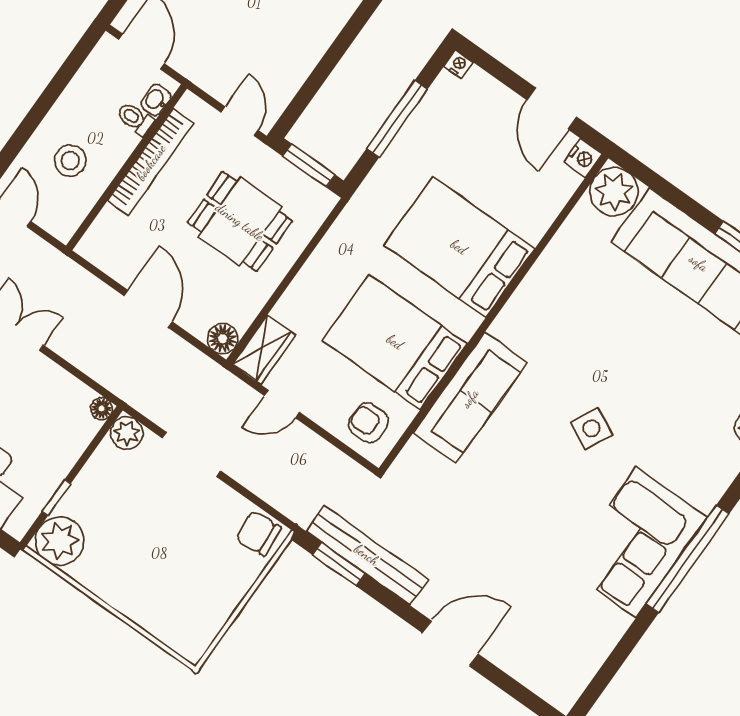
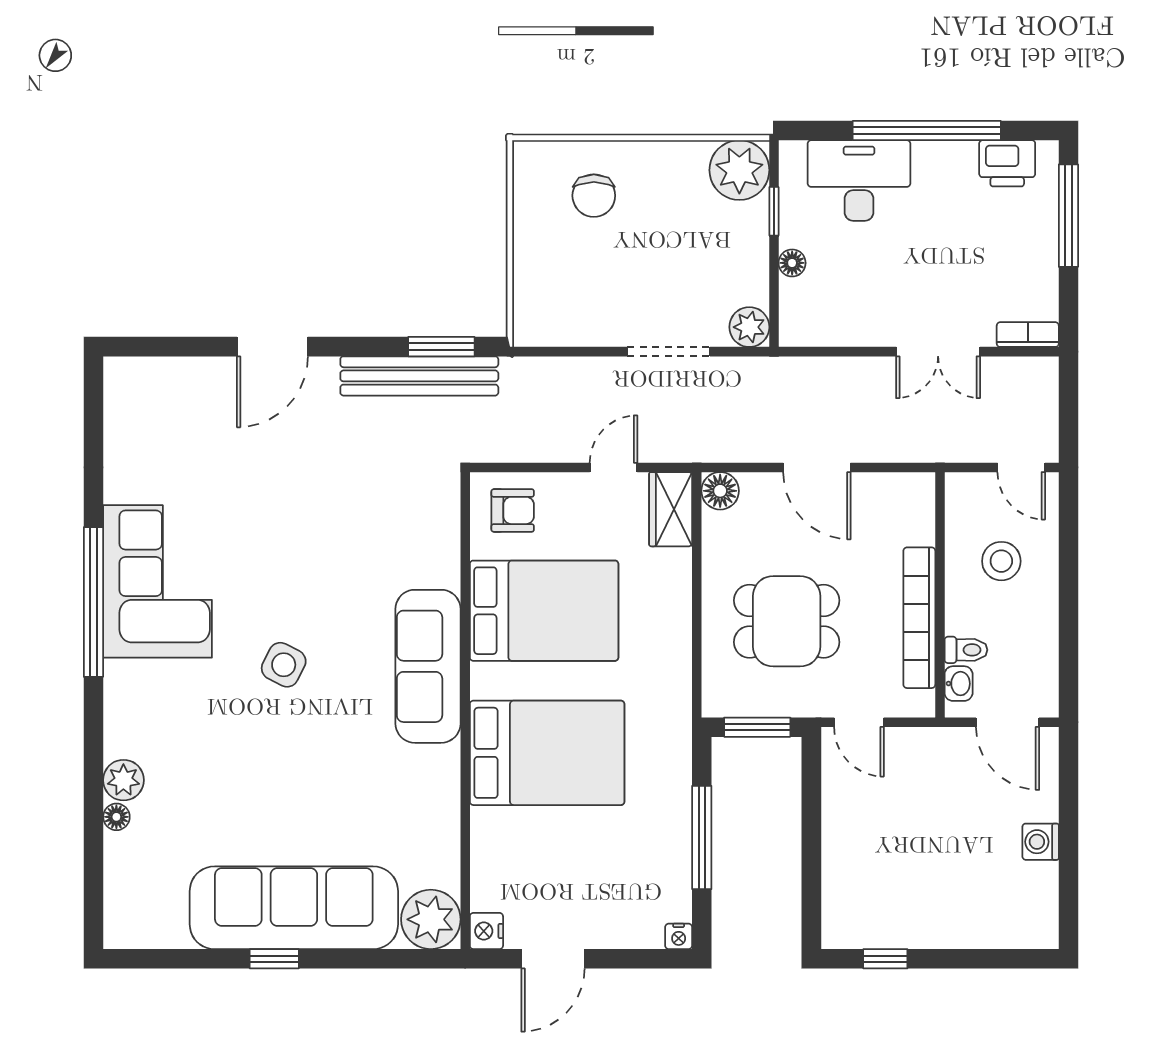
door: (552, 109) -> (553, 959), swing flipped
sofa: (470, 398) -> (428, 666), moved
floor lamp: (102, 409) -> (792, 263), moved
chair: (258, 533) -> (594, 196), moved, turned 95

